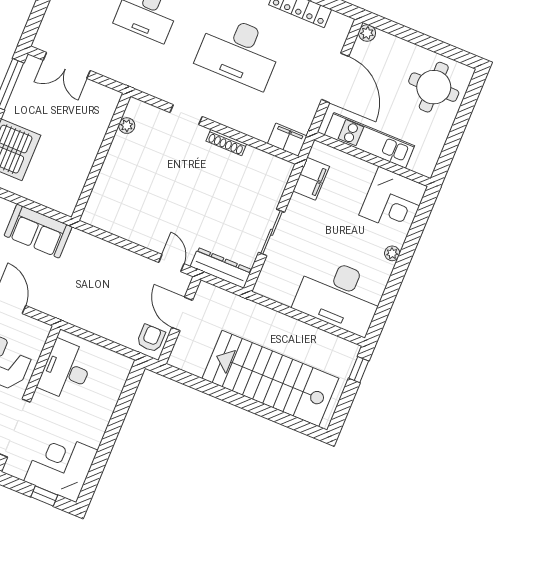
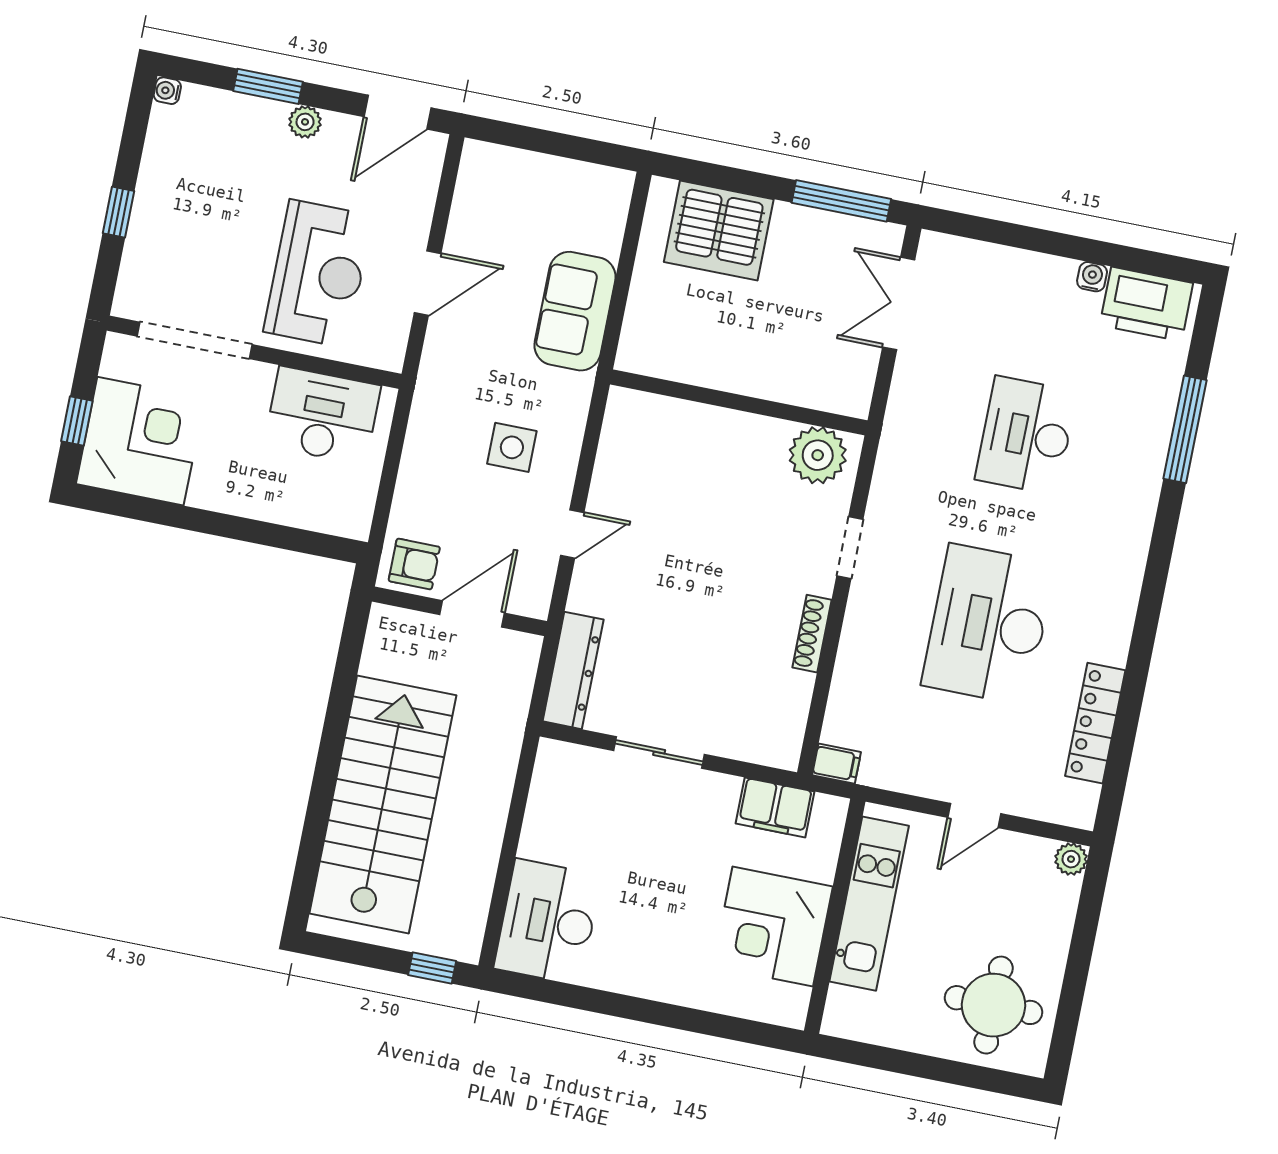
door: (335, 78) -> (974, 815), width x0.53
plant: (127, 126) -> (818, 455), width x1.88, depth x1.88
filing cabinet: (287, 140) -> (837, 764), width x0.50
corner desk: (393, 201) -> (773, 927), moved
plant: (392, 253) -> (664, 988), removed
door: (171, 263) -> (572, 534), moved
side table: (101, 277) -> (512, 447), added
desk: (339, 296) -> (548, 922), width x0.73, depth x0.77

